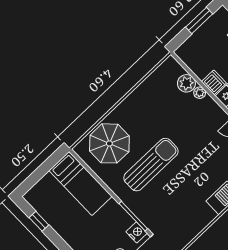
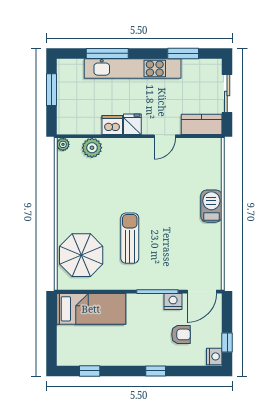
plant: (200, 93) -> (63, 144), moved
sun lounger: (151, 165) -> (130, 238), width x0.73, depth x0.75

